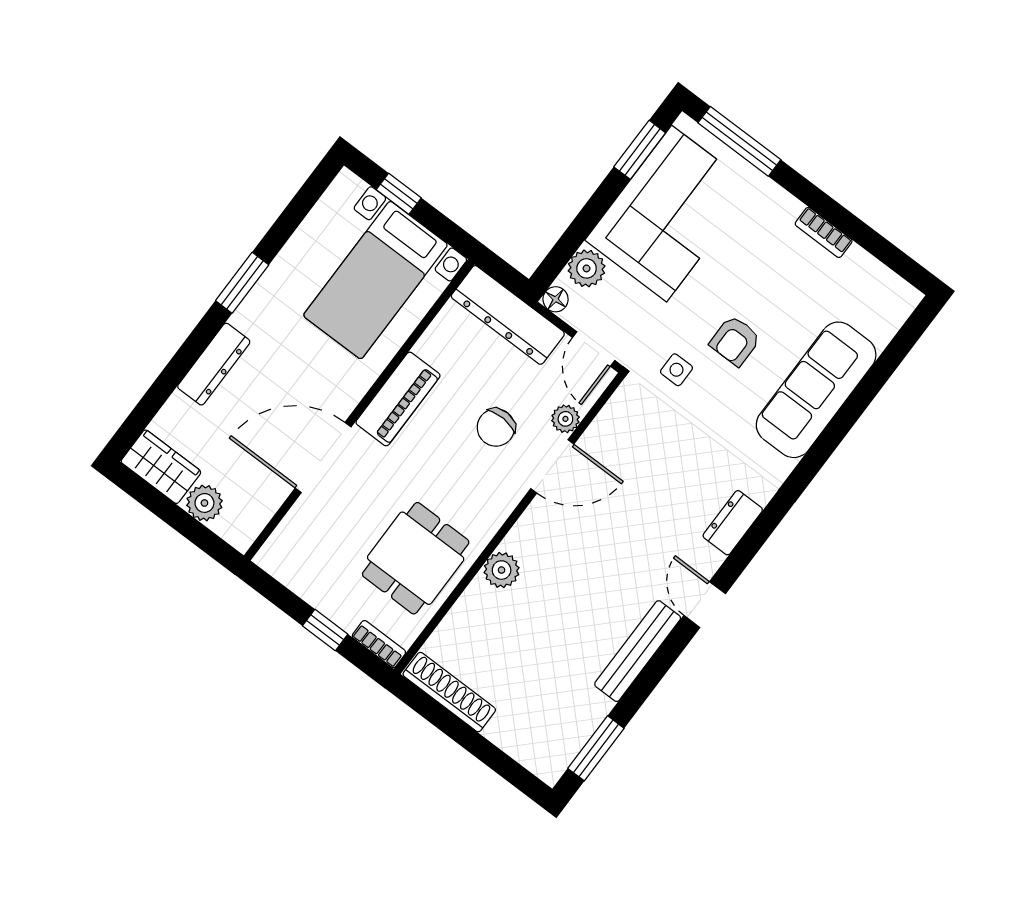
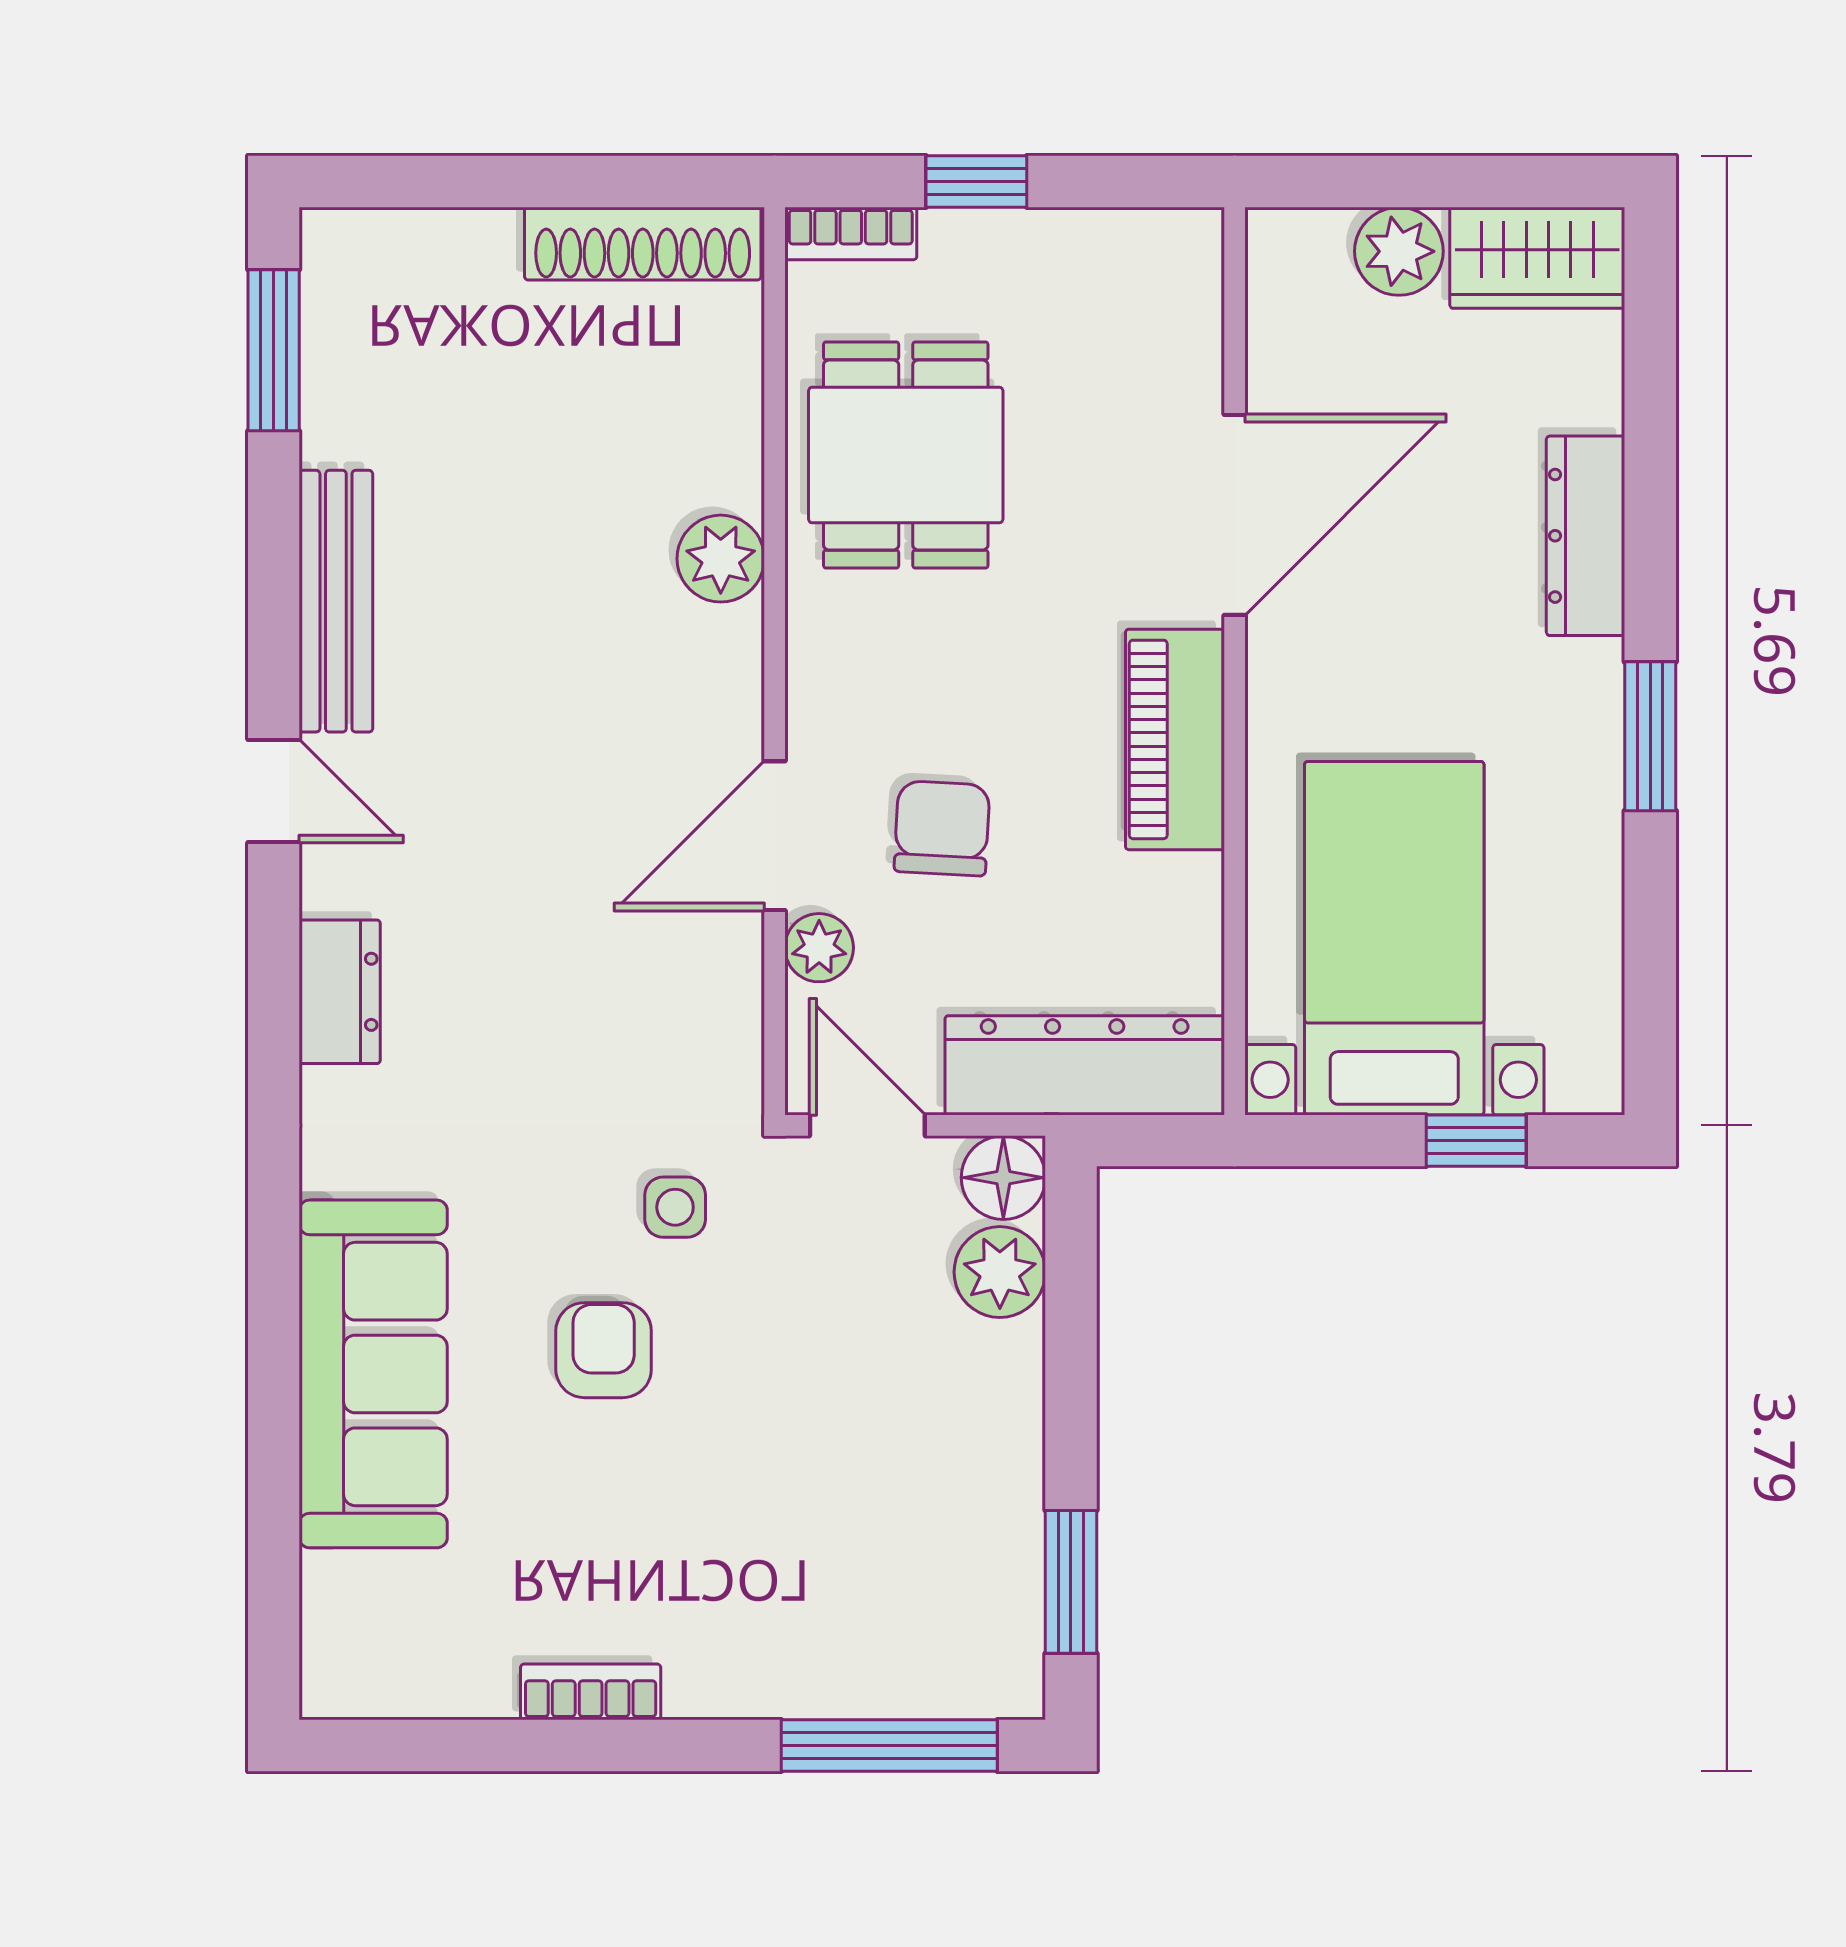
corner sofa: (669, 214) -> (920, 1501), removed
floor lamp: (556, 299) -> (1003, 1178), width x1.37, depth x1.37

